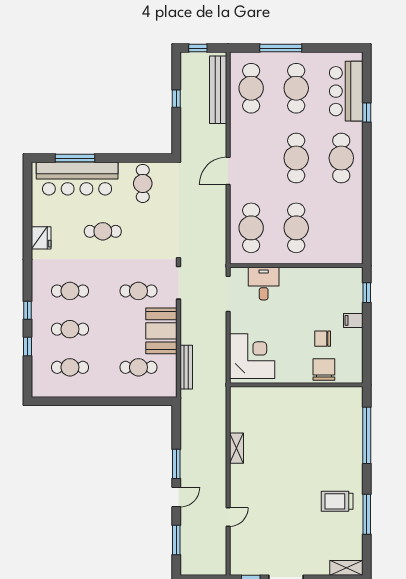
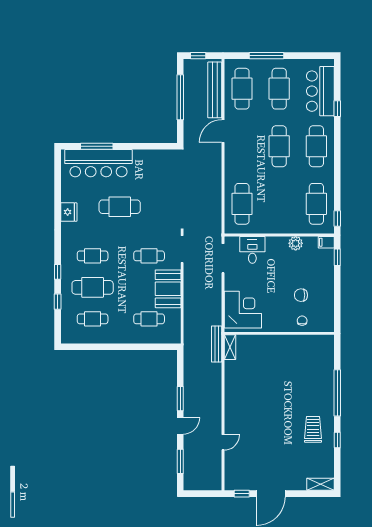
window: (176, 99) -> (180, 97), width x3.17
door: (228, 171) -> (223, 131), moved
cafe table: (143, 183) -> (153, 167), removed
cafe table: (296, 228) -> (316, 204), moved
cafe table: (103, 231) -> (120, 207), width x1.37, depth x1.35
window: (367, 246) -> (337, 218), added
plant: (316, 276) -> (296, 243), added
filing cabinet: (353, 320) -> (326, 242), moved
cafe table: (70, 329) -> (93, 287), width x1.37, depth x1.35
bench: (186, 367) -> (217, 344), moved
chair: (324, 369) -> (302, 321), width x0.54, depth x0.54
window: (367, 435) -> (337, 393), moved
shelving: (236, 448) -> (230, 347), moved
trolley: (337, 501) -> (313, 429), turned 90
window: (367, 514) -> (337, 440), width x0.46

